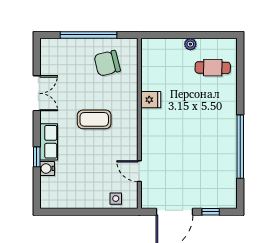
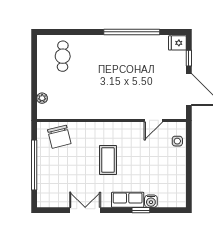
plant: (190, 44) -> (42, 98), moved
chair: (107, 63) -> (59, 137), moved
fridge: (151, 100) -> (177, 43), moved, turned -90

